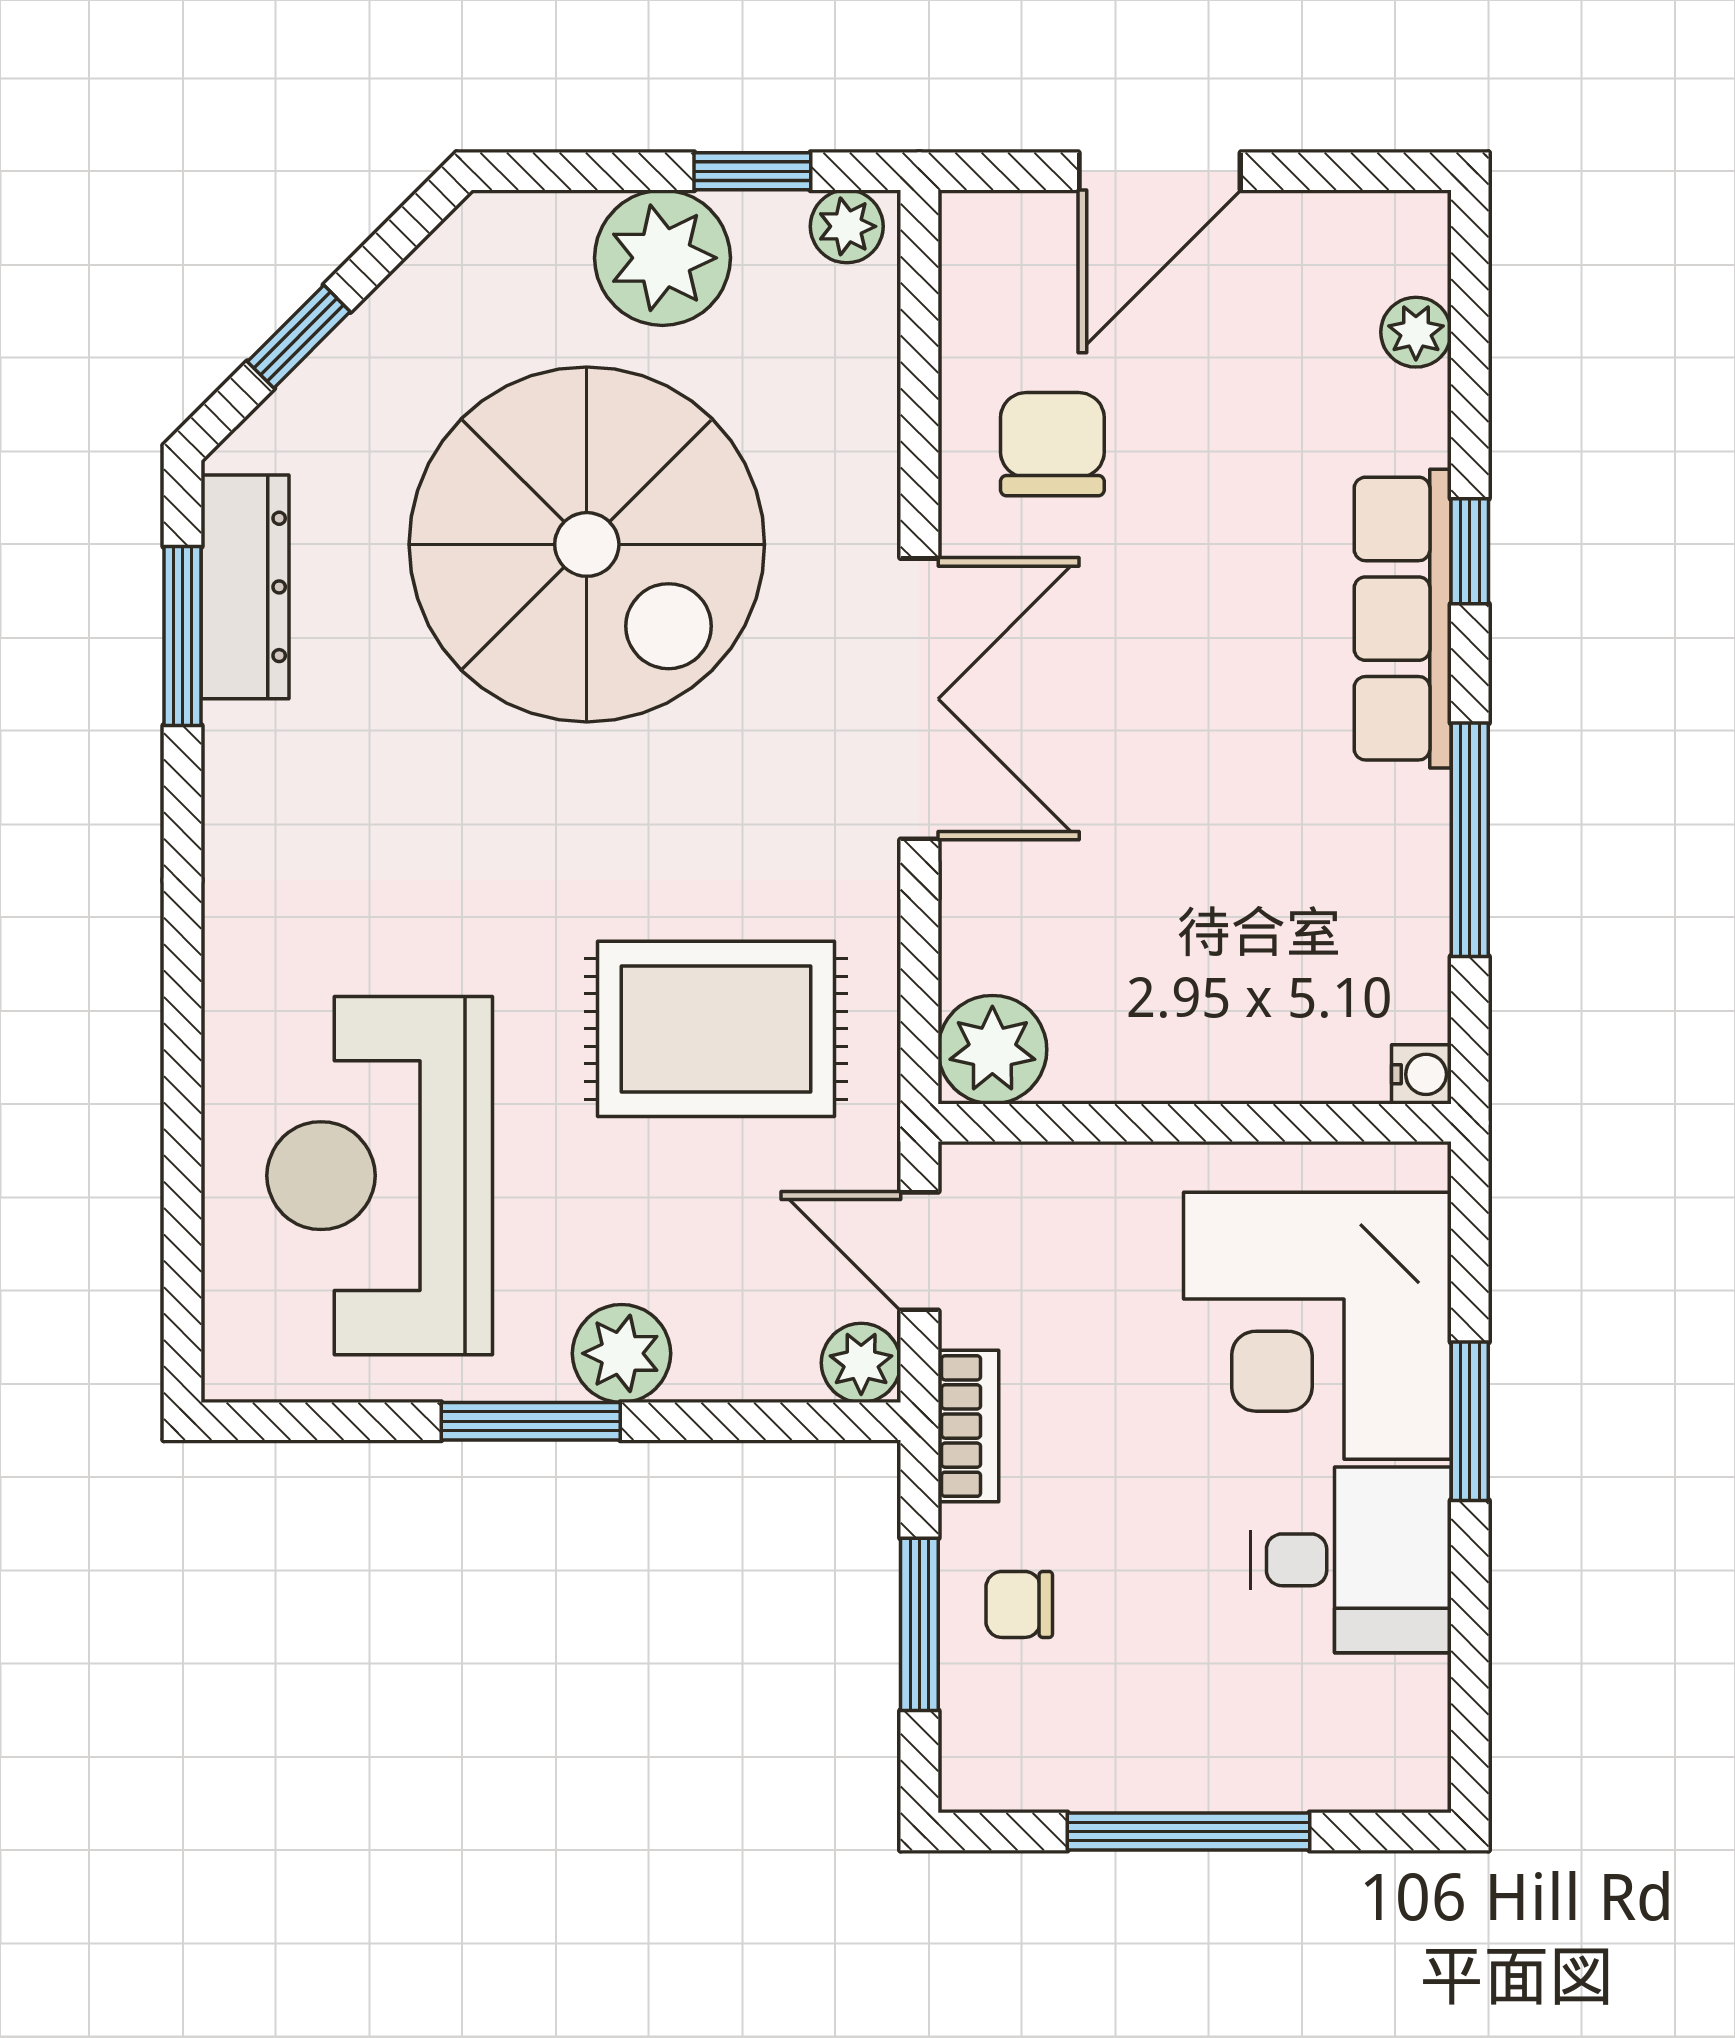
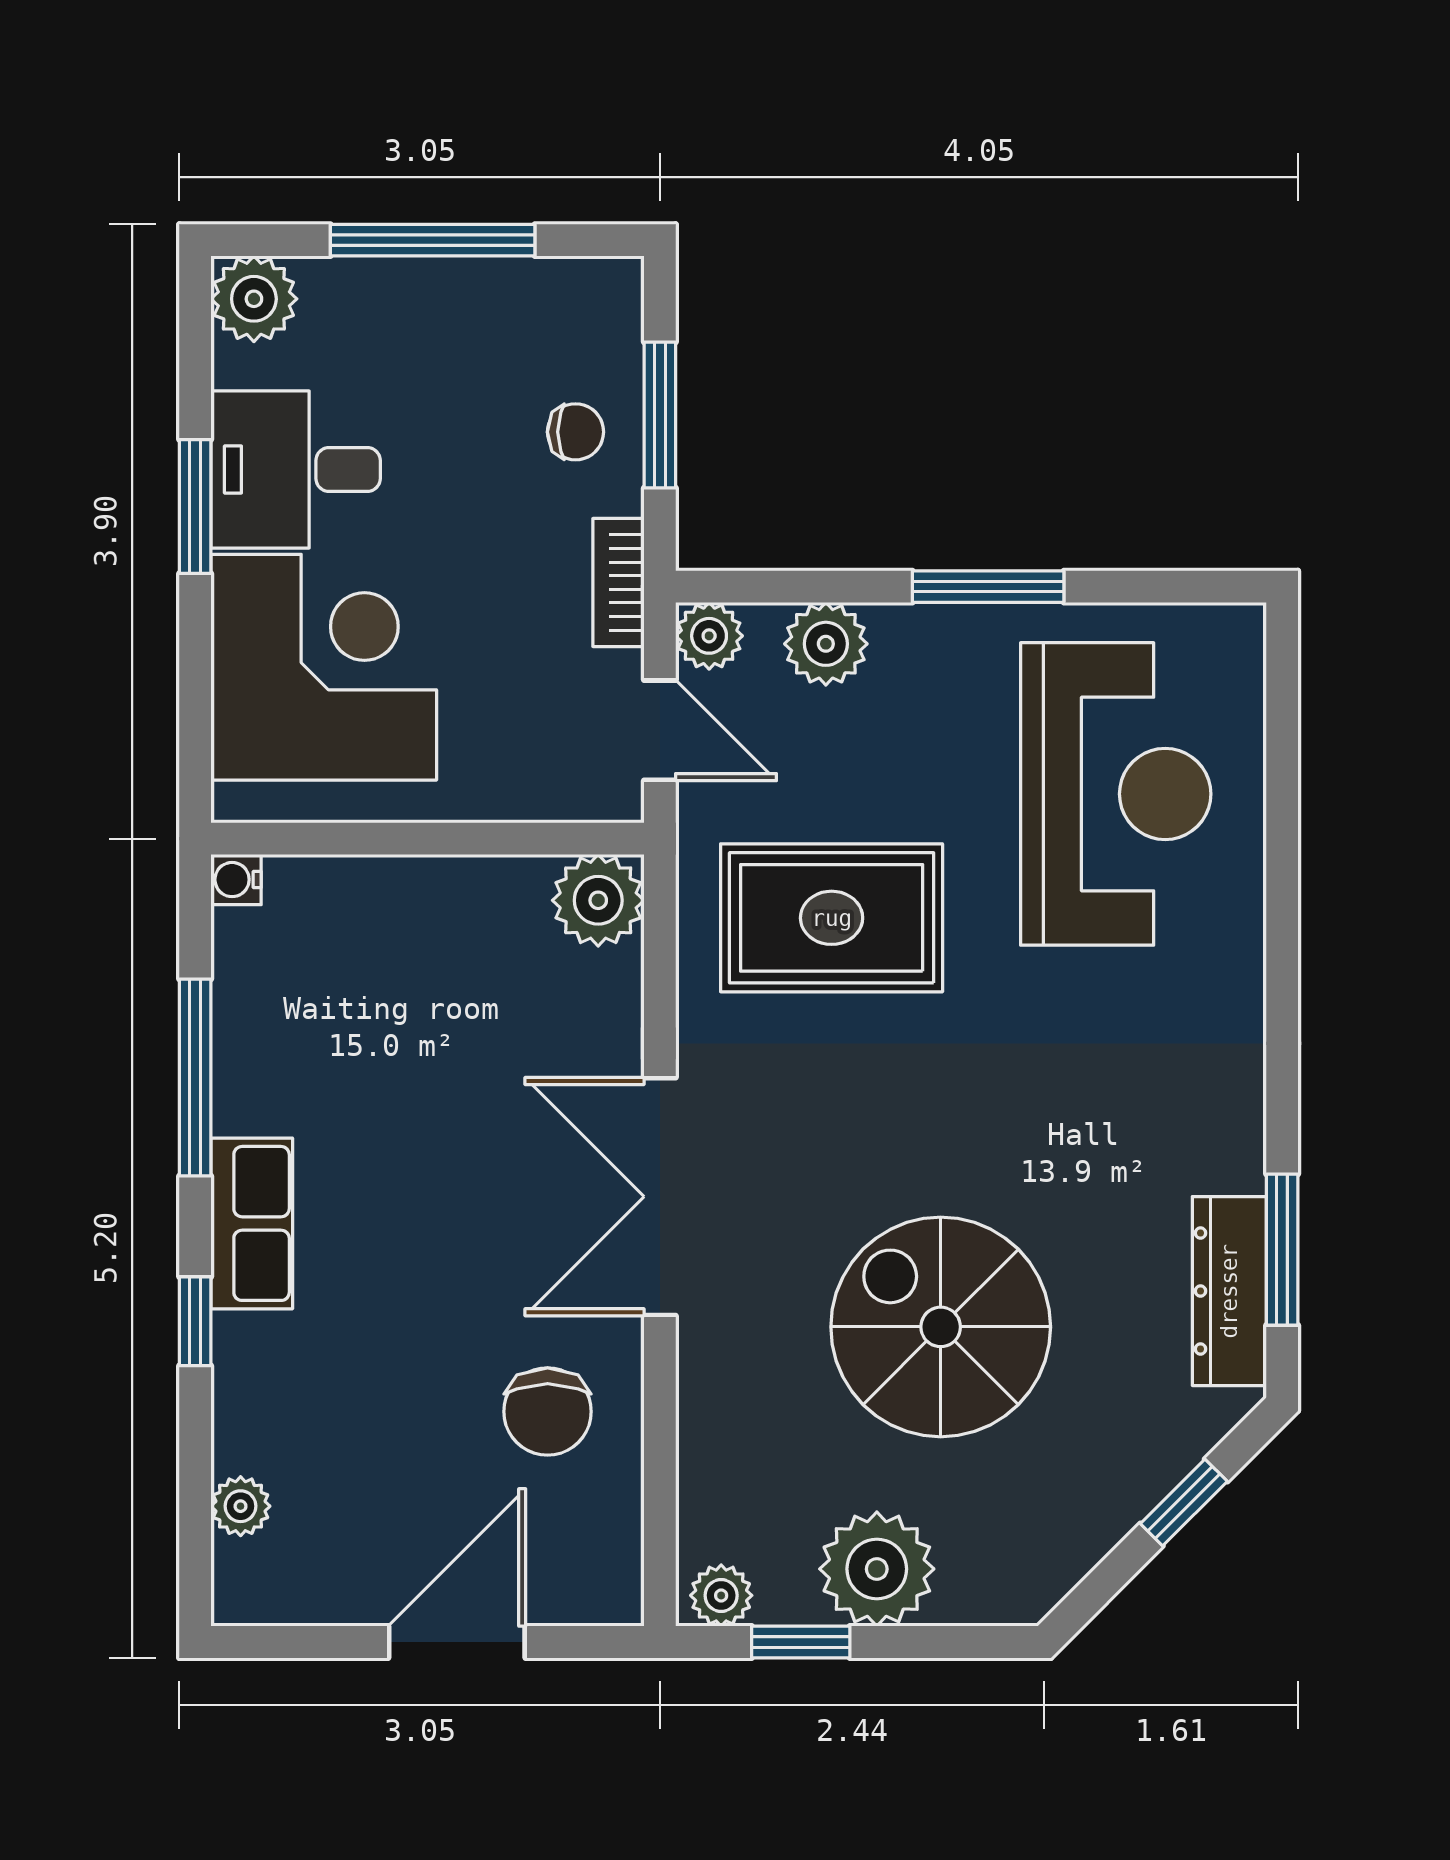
spiral stairs: (587, 544) -> (941, 1327), width x0.73, depth x0.73
row of seats: (1403, 619) -> (252, 1223), width x0.68
plant: (622, 1353) -> (826, 644), moved
window: (1470, 1421) -> (195, 506), moved
plant: (1400, 1762) -> (254, 299), added

